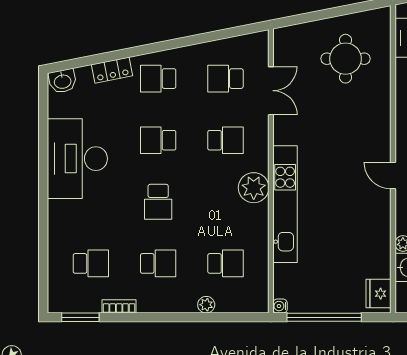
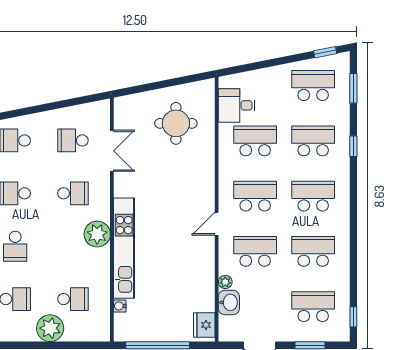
door: (393, 176) -> (217, 224), hinge flipped
plant: (206, 305) -> (50, 328), width x1.87, depth x1.87
water cooler: (280, 306) -> (120, 306), moved

